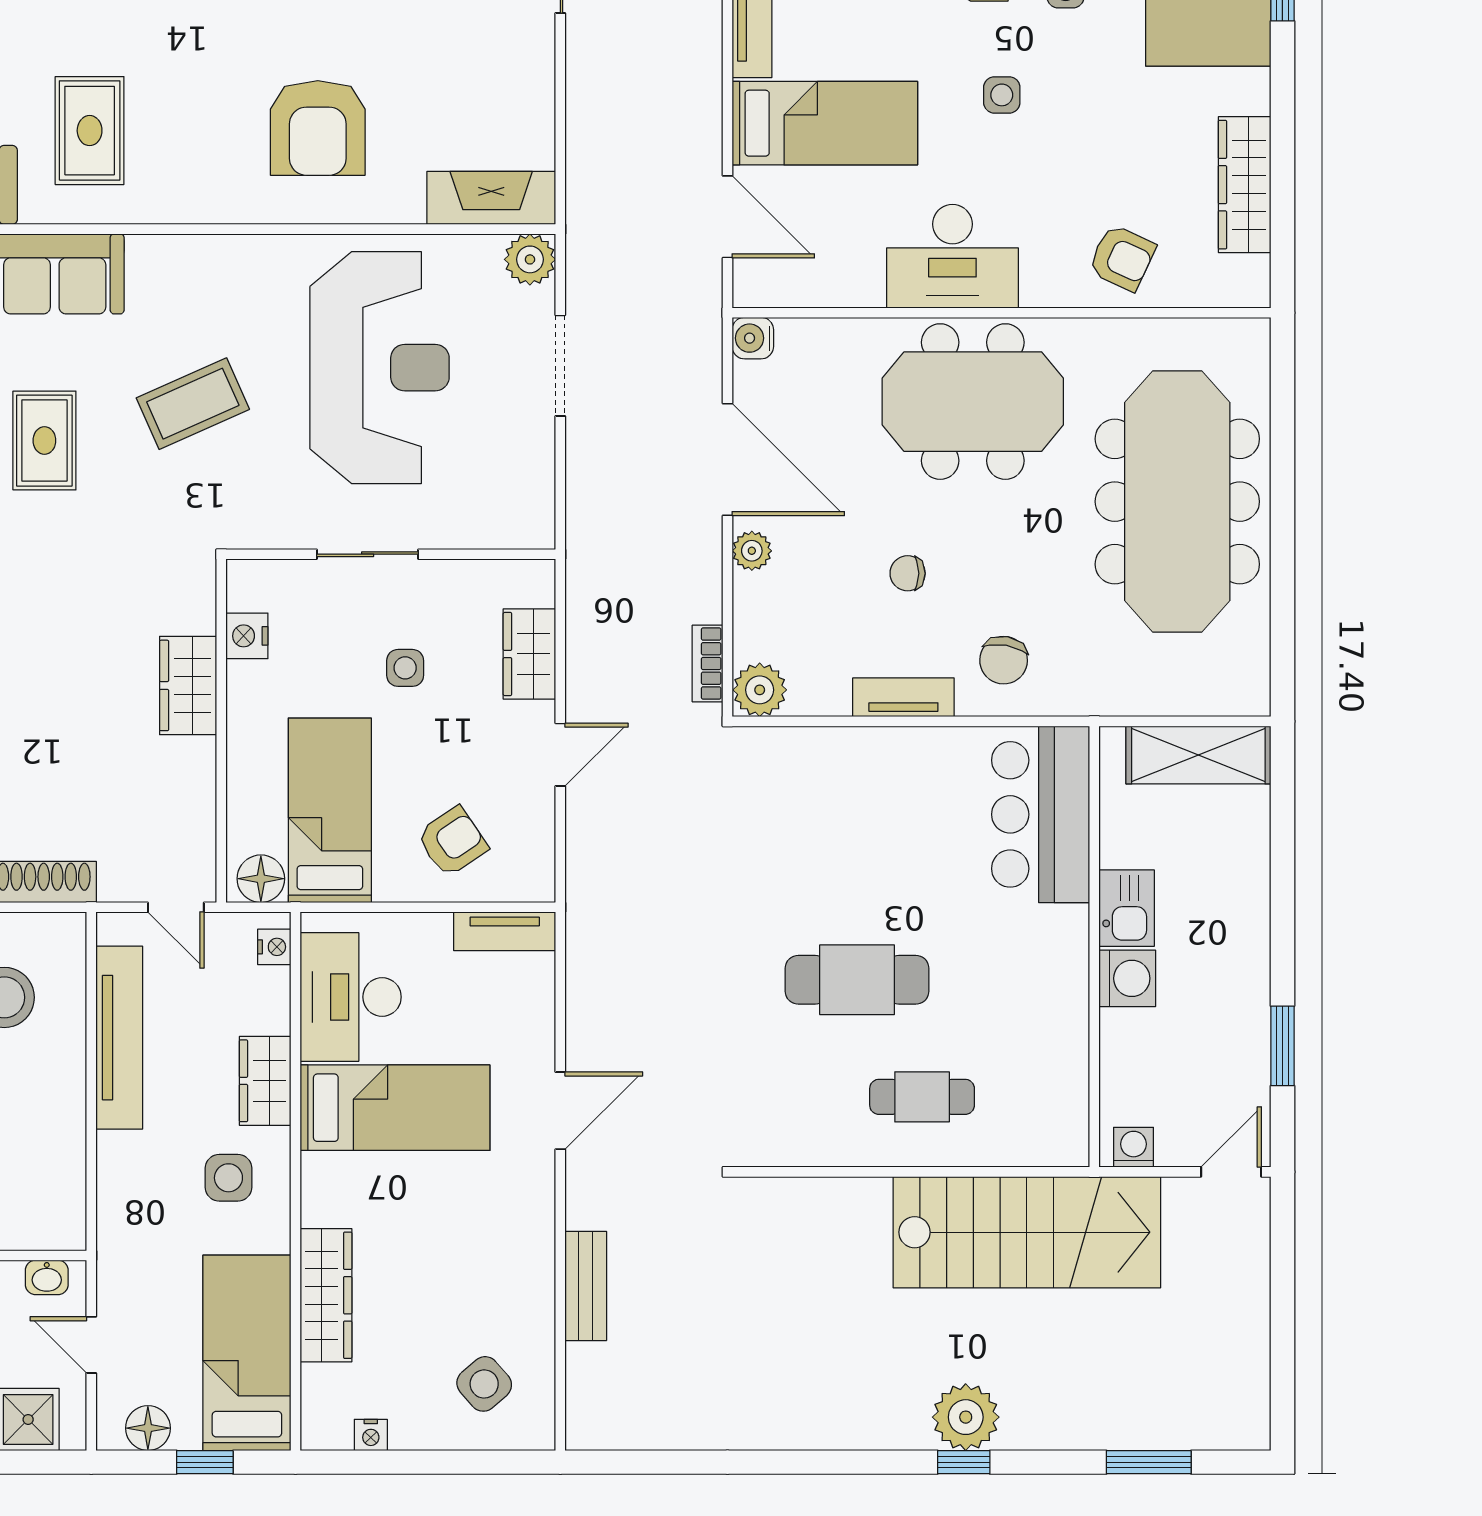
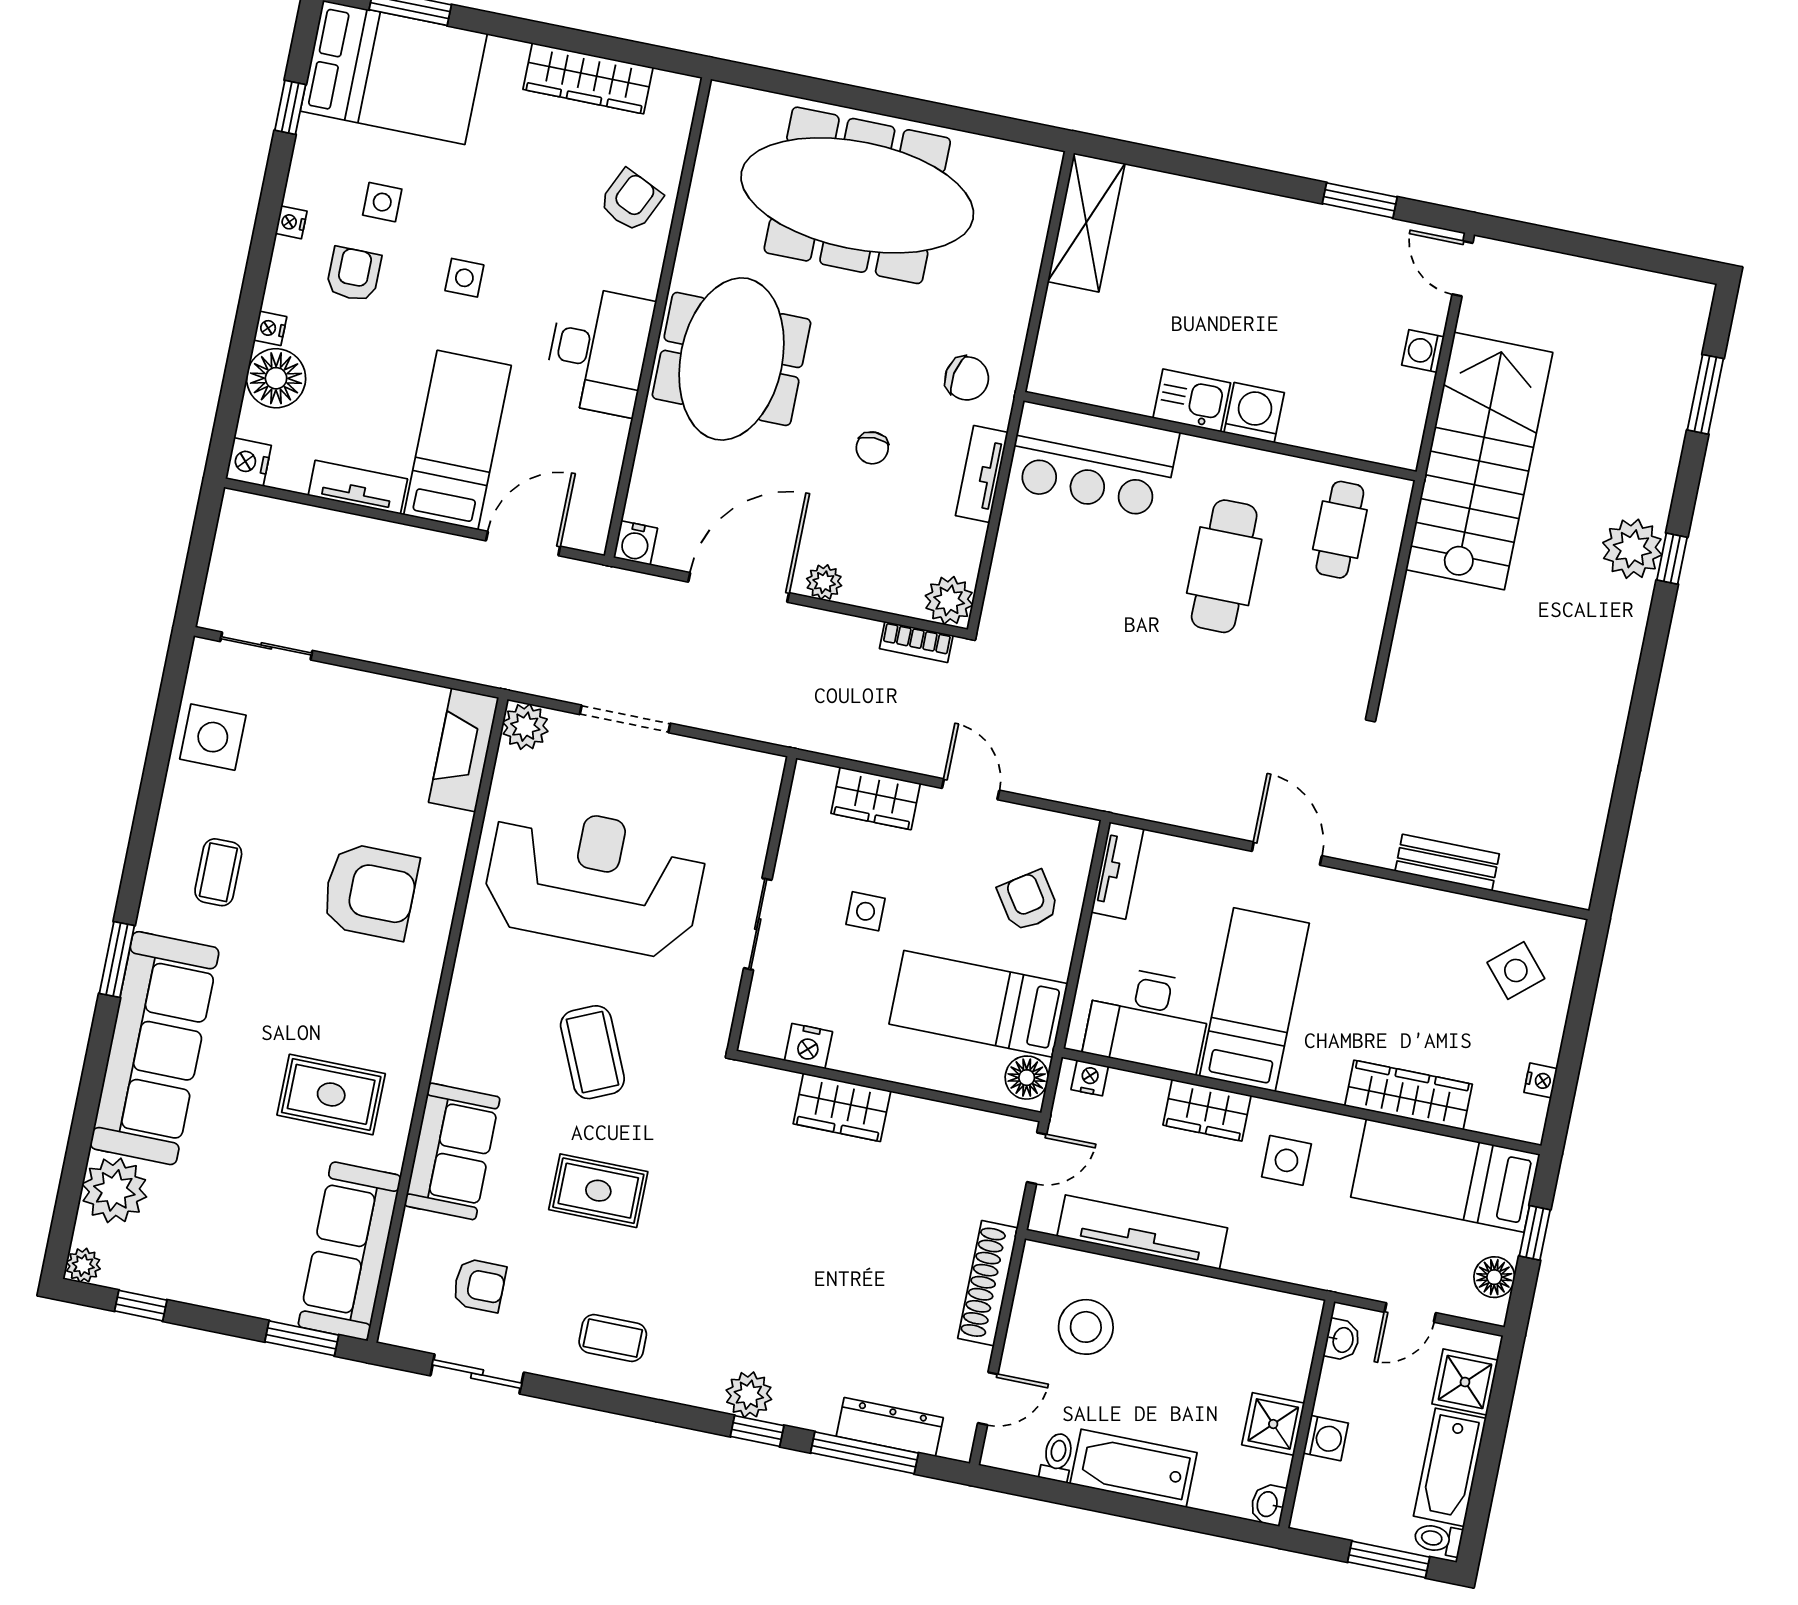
bar counter: (1041, 814) -> (1093, 460), moved
kitchen sink: (1127, 908) -> (1192, 400), moved
wall: (1094, 947) -> (1220, 436), moved
washing machine: (1127, 978) -> (1254, 413), moved

